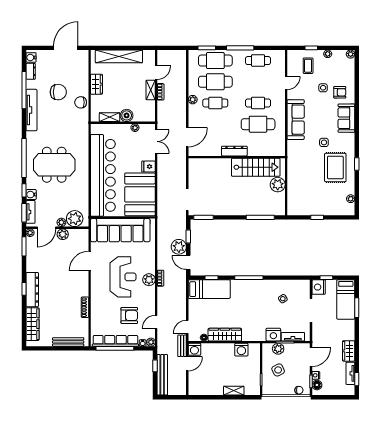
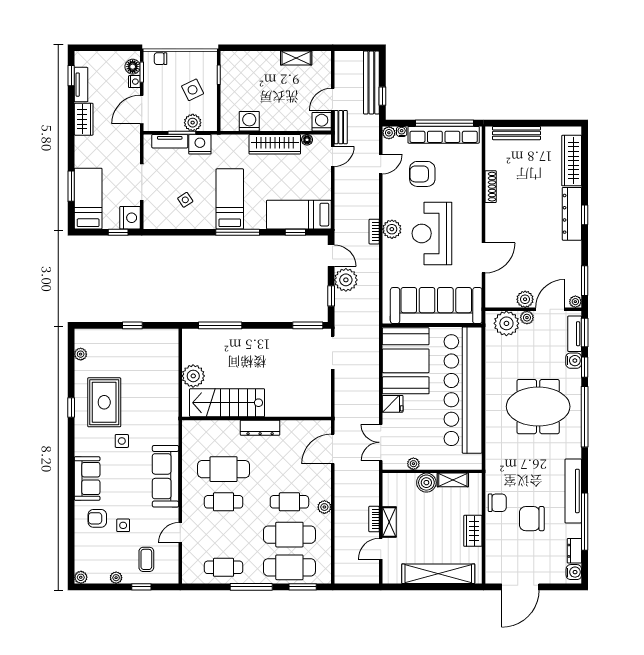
bed: (254, 299) -> (230, 199), added
shelving: (234, 391) -> (296, 58), moved

